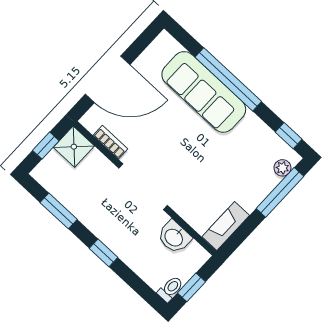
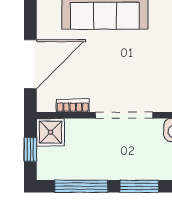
window: (59, 211) -> (81, 186), width x1.44
window: (104, 253) -> (139, 186), width x1.50

